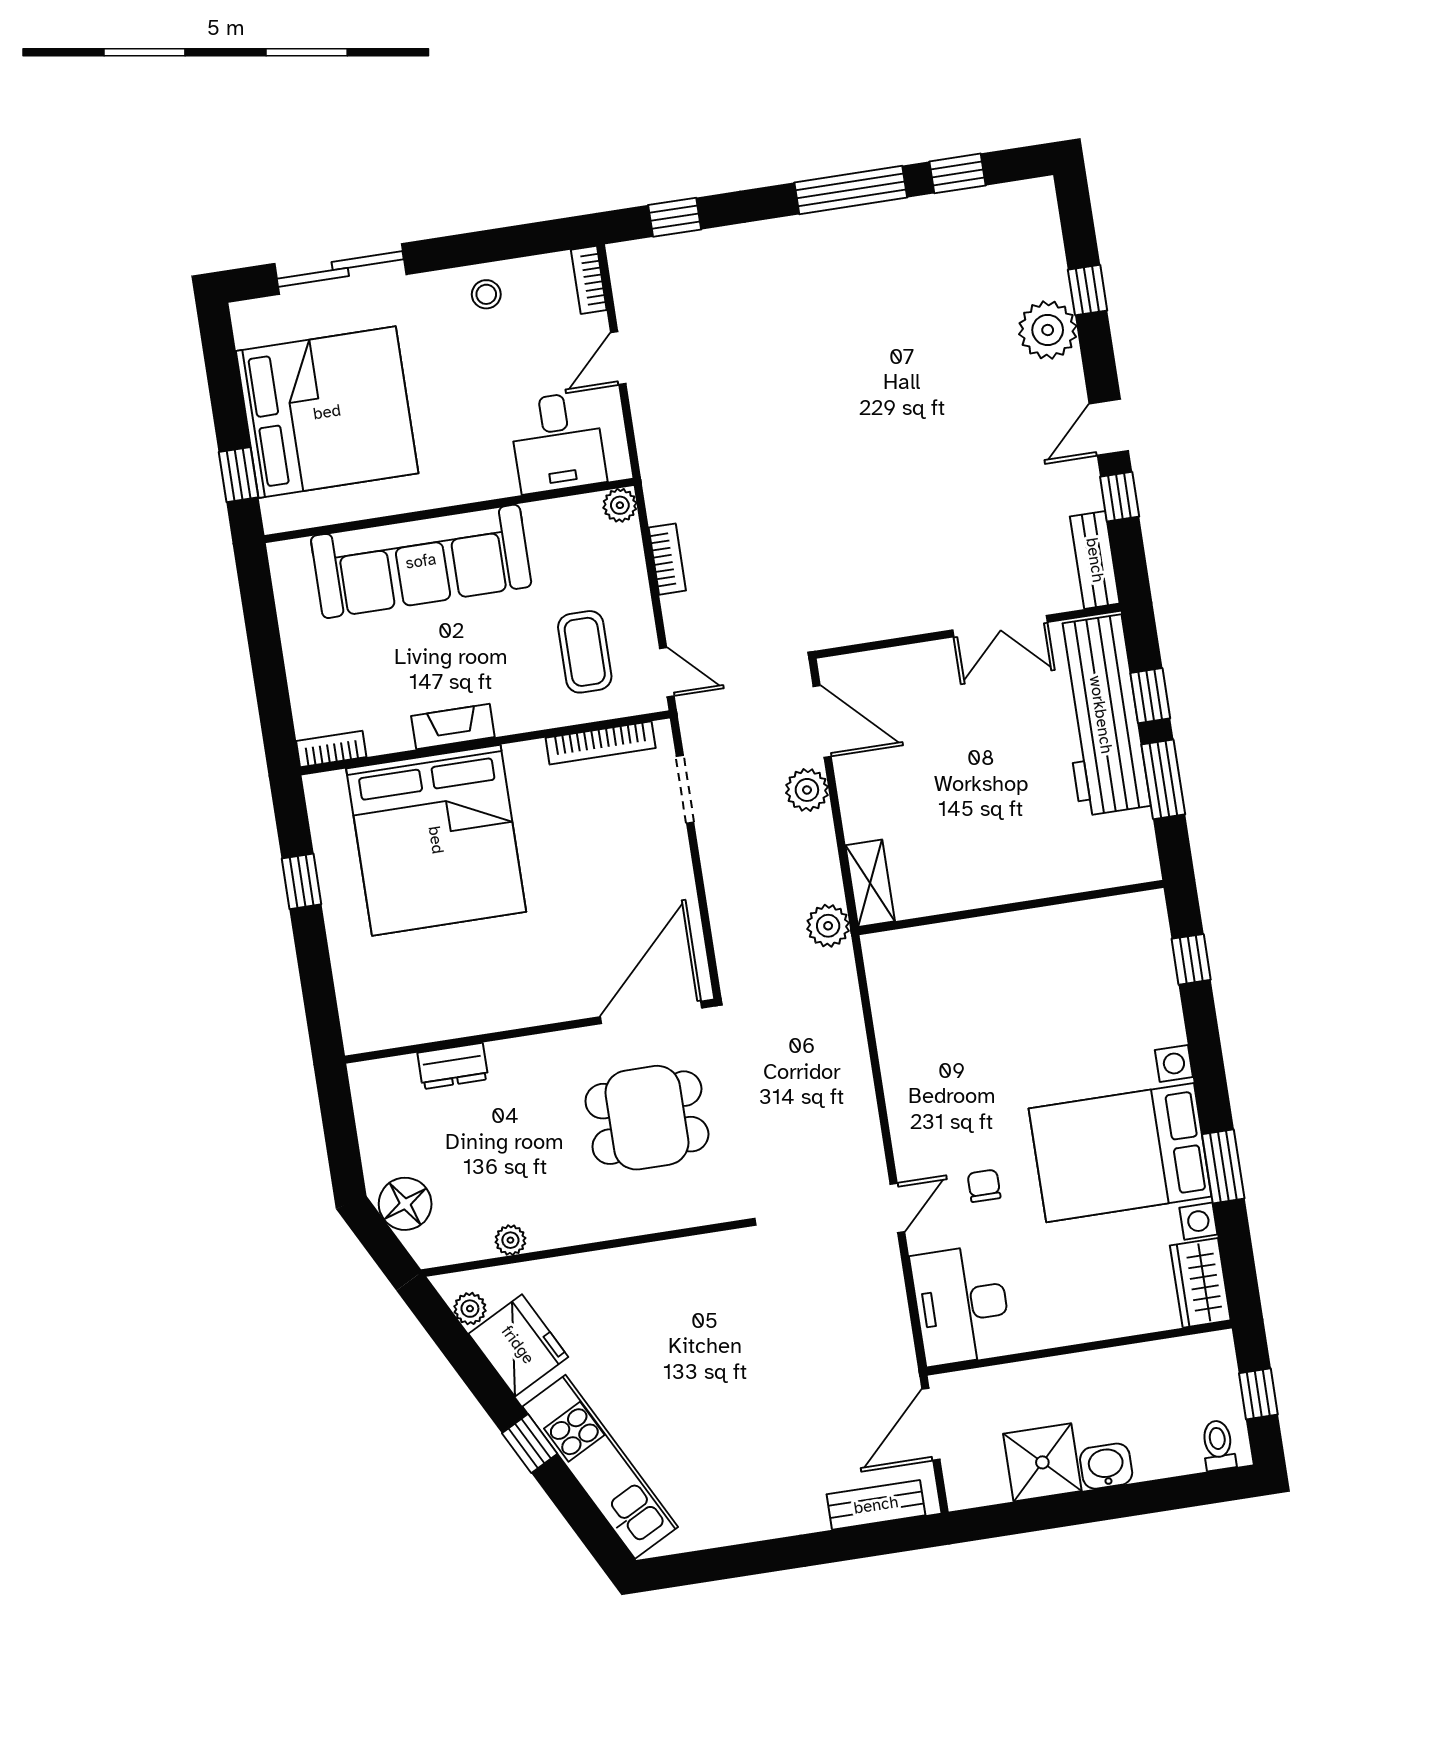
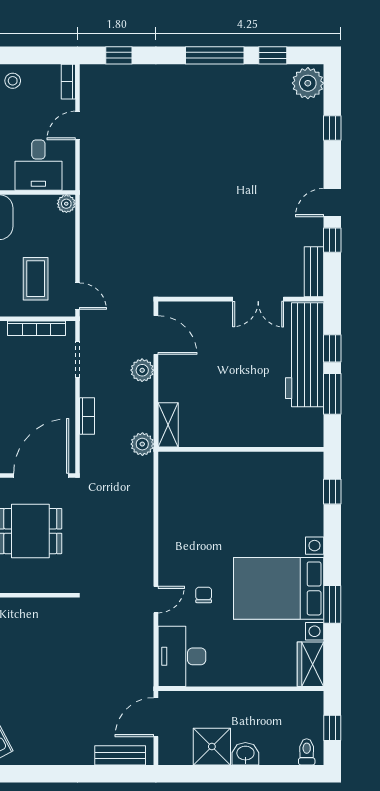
plant: (1048, 330) -> (308, 83), moved
bookcase: (667, 559) -> (87, 416), moved

